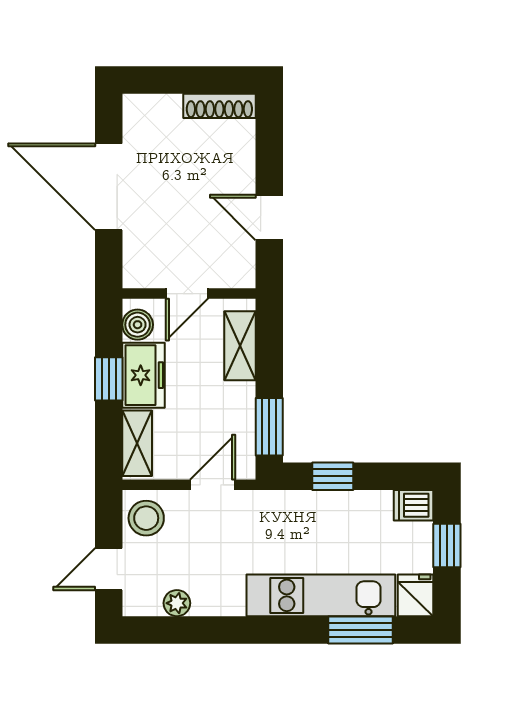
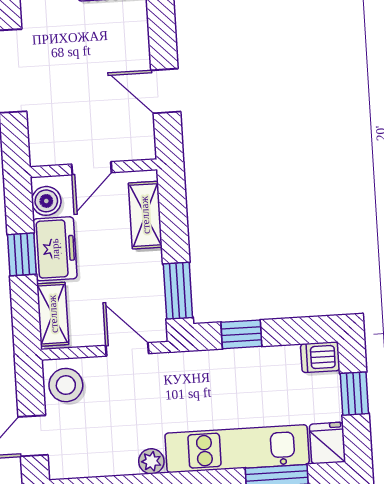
door: (213, 485) -> (127, 349), hinge flipped
plant: (177, 603) -> (151, 461), moved

